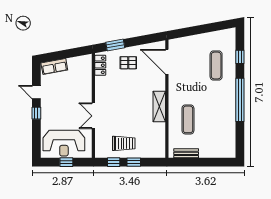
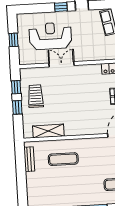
shelving: (159, 106) -> (48, 131), moved
reception desk: (64, 143) -> (50, 36), moved, turned 90
trolley: (124, 143) -> (36, 96), turned 180

